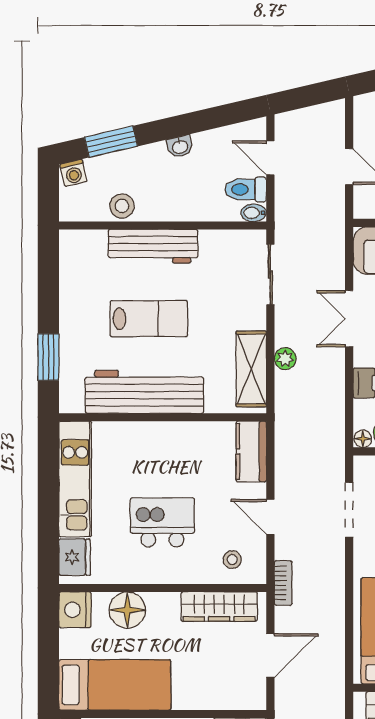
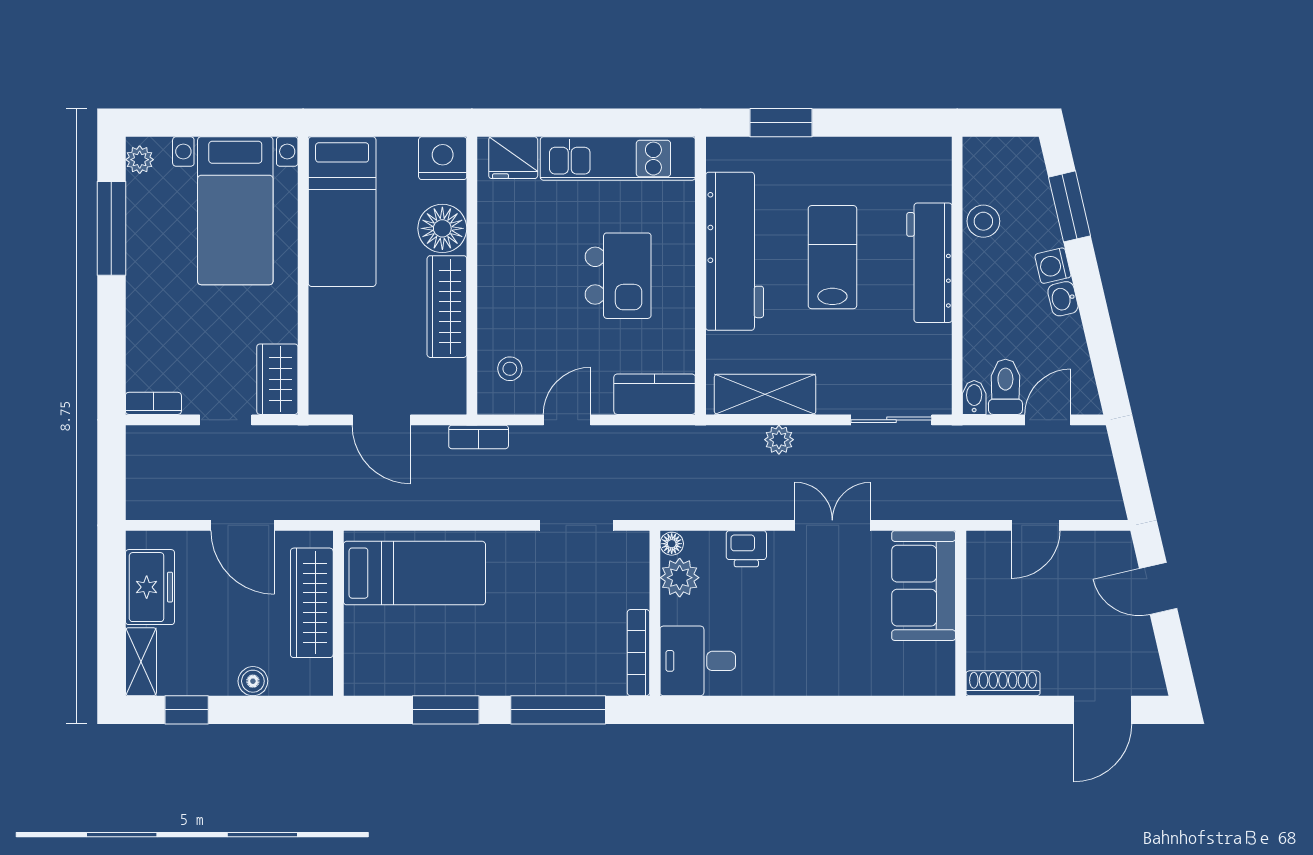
washing machine: (73, 173) -> (1053, 266), moved
lab bench: (149, 319) -> (832, 257), turned 180
kitchen island: (162, 522) -> (618, 276), moved
wardrobe: (219, 607) -> (447, 307), moved

